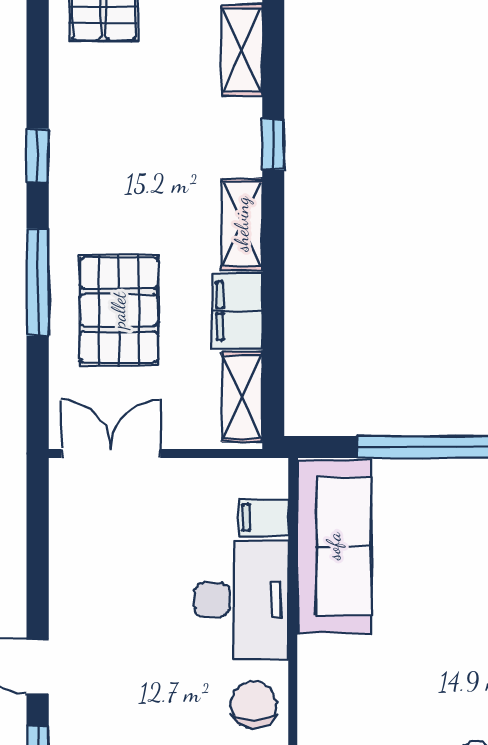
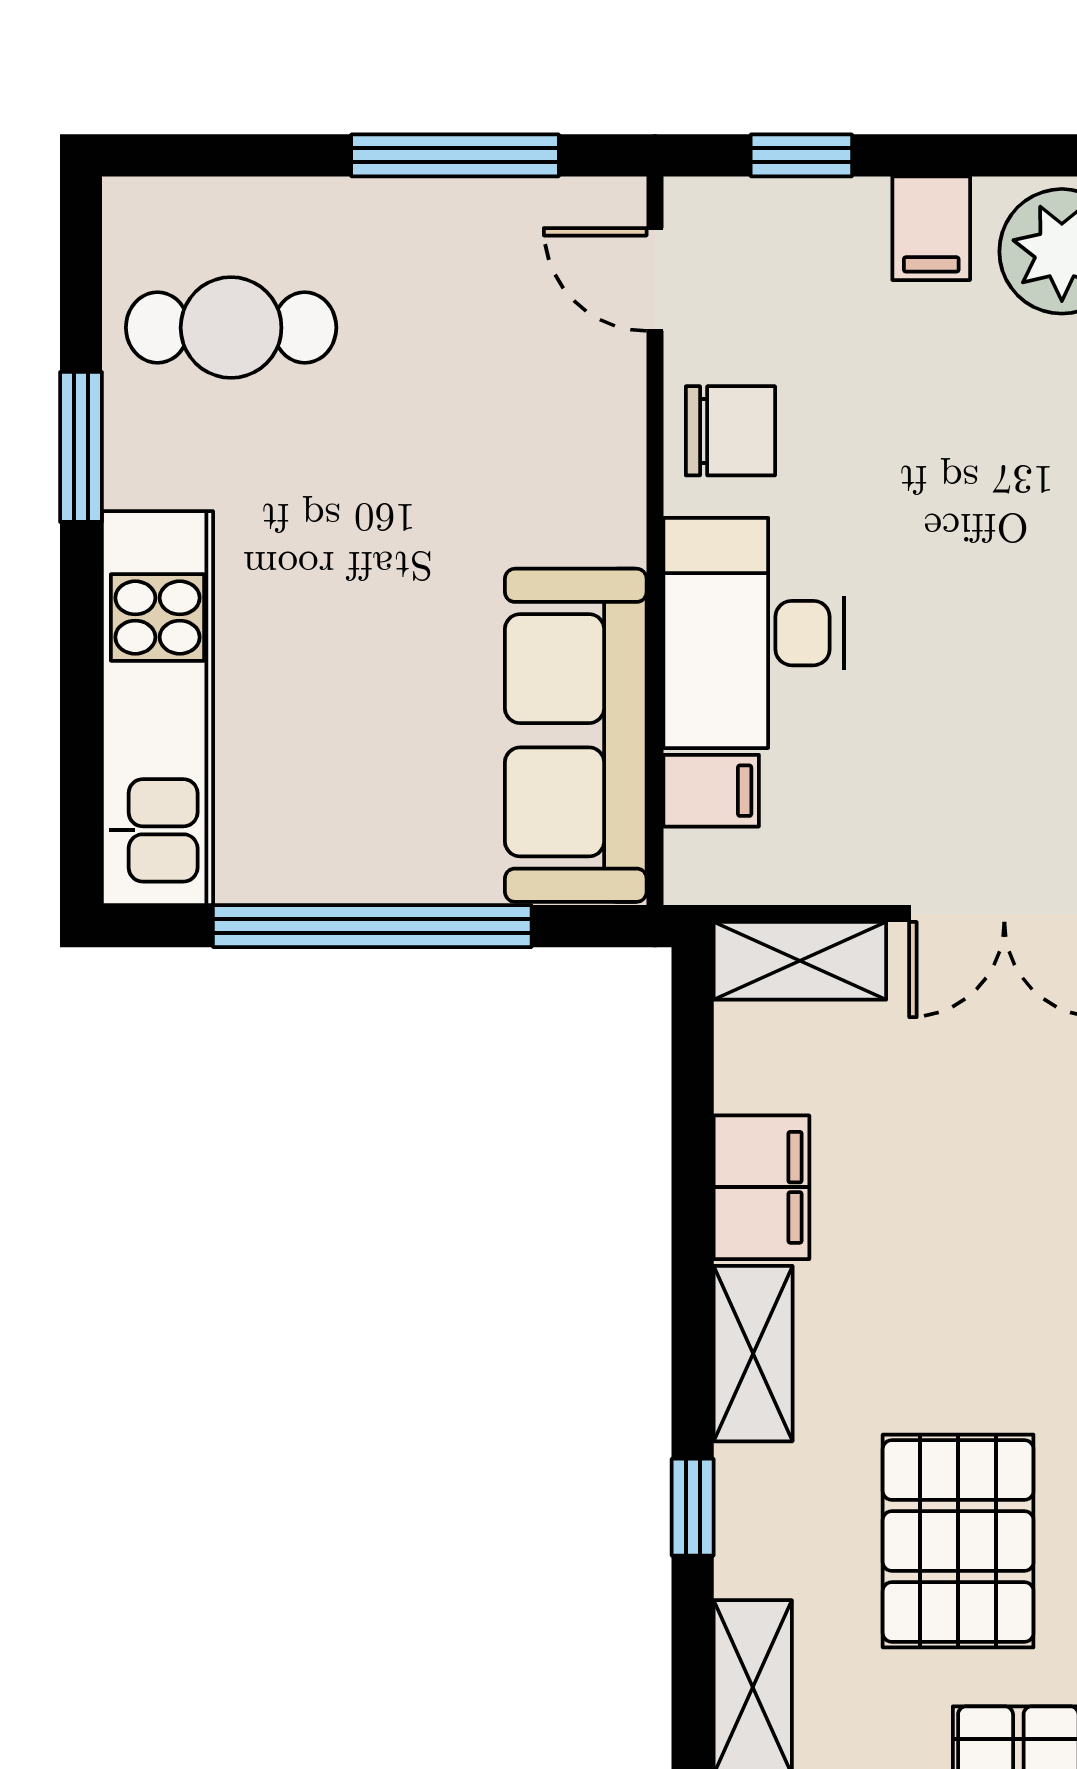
pallet: (119, 310) -> (958, 1541), moved
shelving: (242, 397) -> (800, 961), moved, turned 90
chair: (254, 705) -> (730, 431), turned -90

